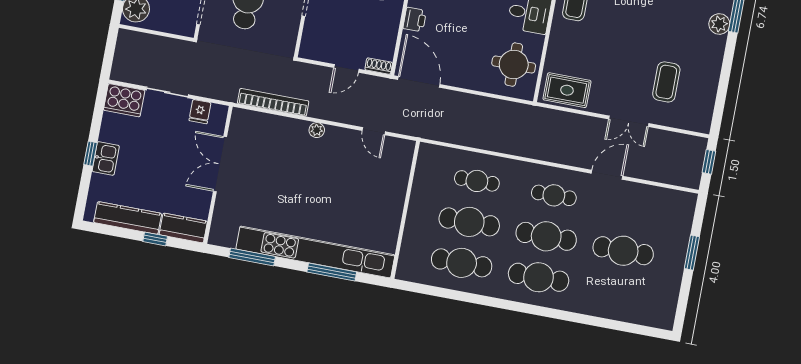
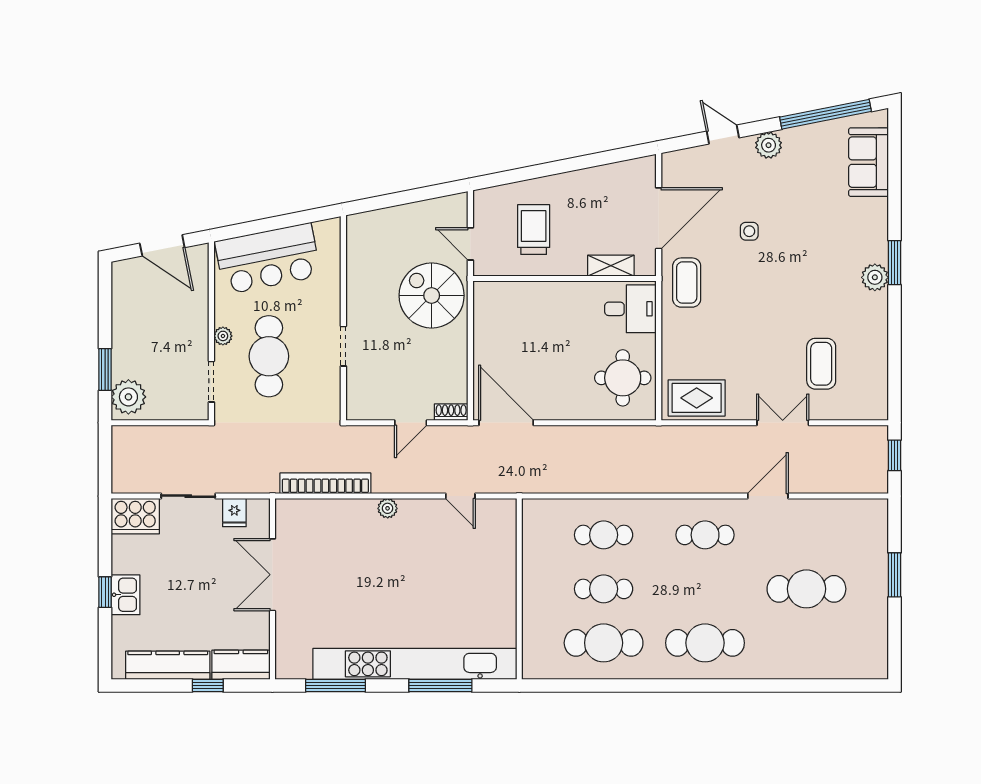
printer: (415, 20) -> (486, 344), removed
double door: (629, 121) -> (783, 423), swing flipped
cafe table: (469, 222) -> (604, 589), width x0.73, depth x0.74
cafe table: (546, 236) -> (705, 589), removed

